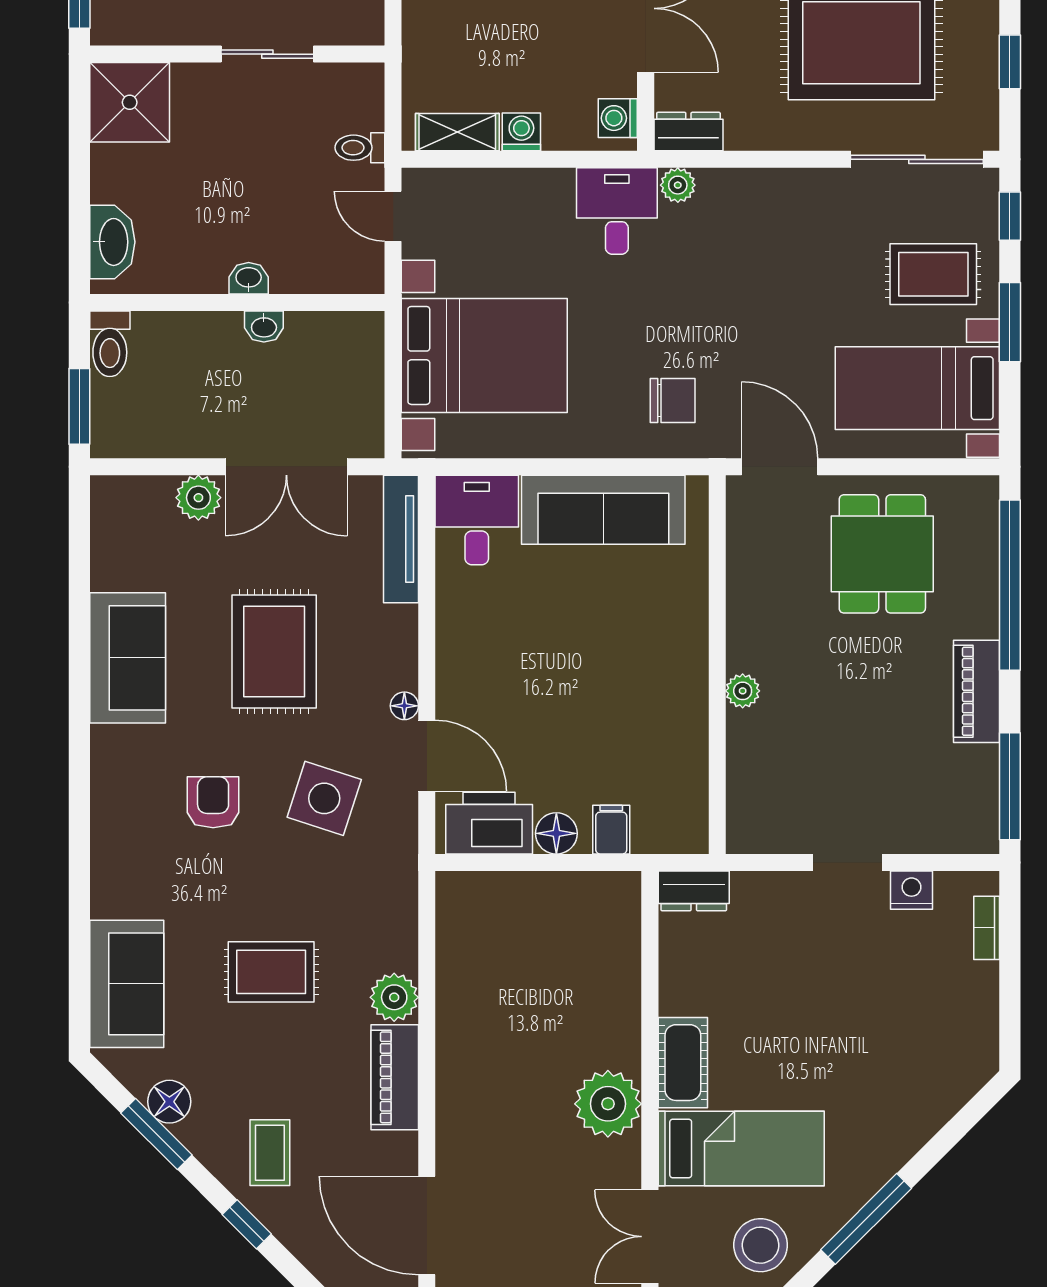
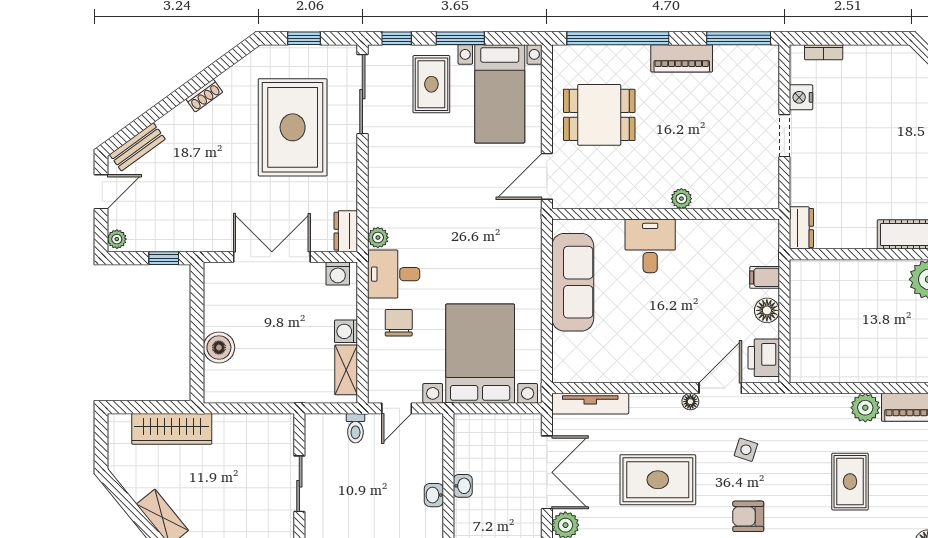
chair: (673, 401) -> (399, 323), moved
desk: (477, 520) -> (650, 246), moved, turned 90
side table: (324, 798) -> (746, 450), width x0.54, depth x0.54
printer: (489, 823) -> (764, 358), width x0.73, depth x0.84

